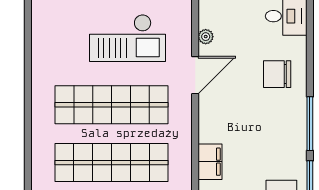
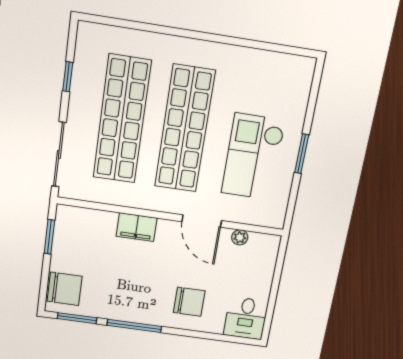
chair: (277, 74) -> (189, 302), turned 90
filing cabinet: (210, 162) -> (137, 227), moved

